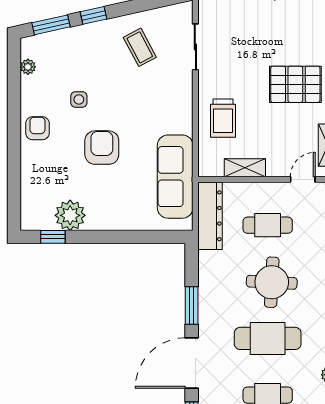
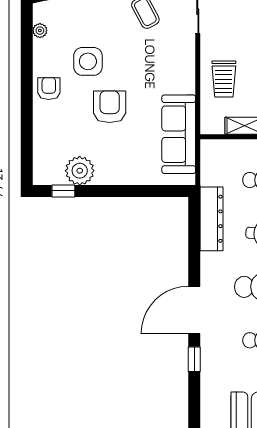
side table: (79, 99) -> (88, 61), width x1.87, depth x1.87
dresser: (210, 216) -> (212, 219), moved
window: (192, 305) -> (194, 256), removed

